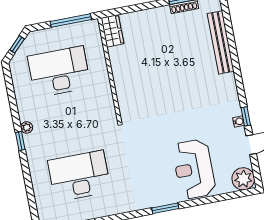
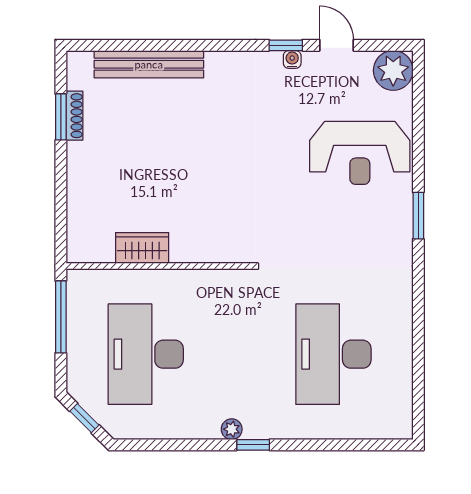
wardrobe: (112, 31) -> (142, 248), moved

